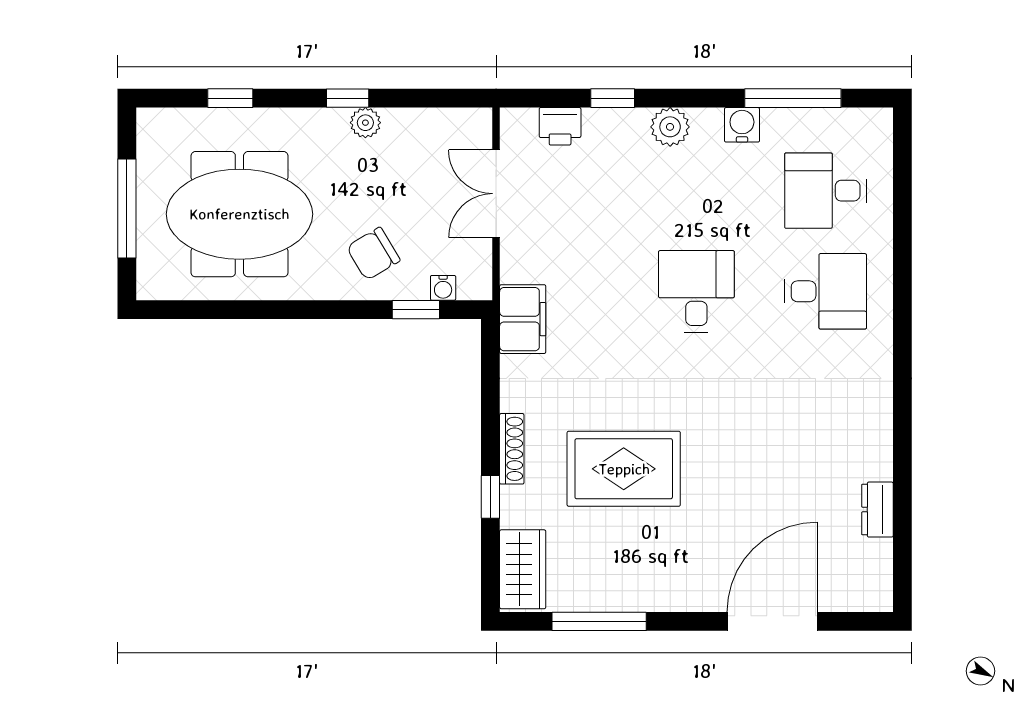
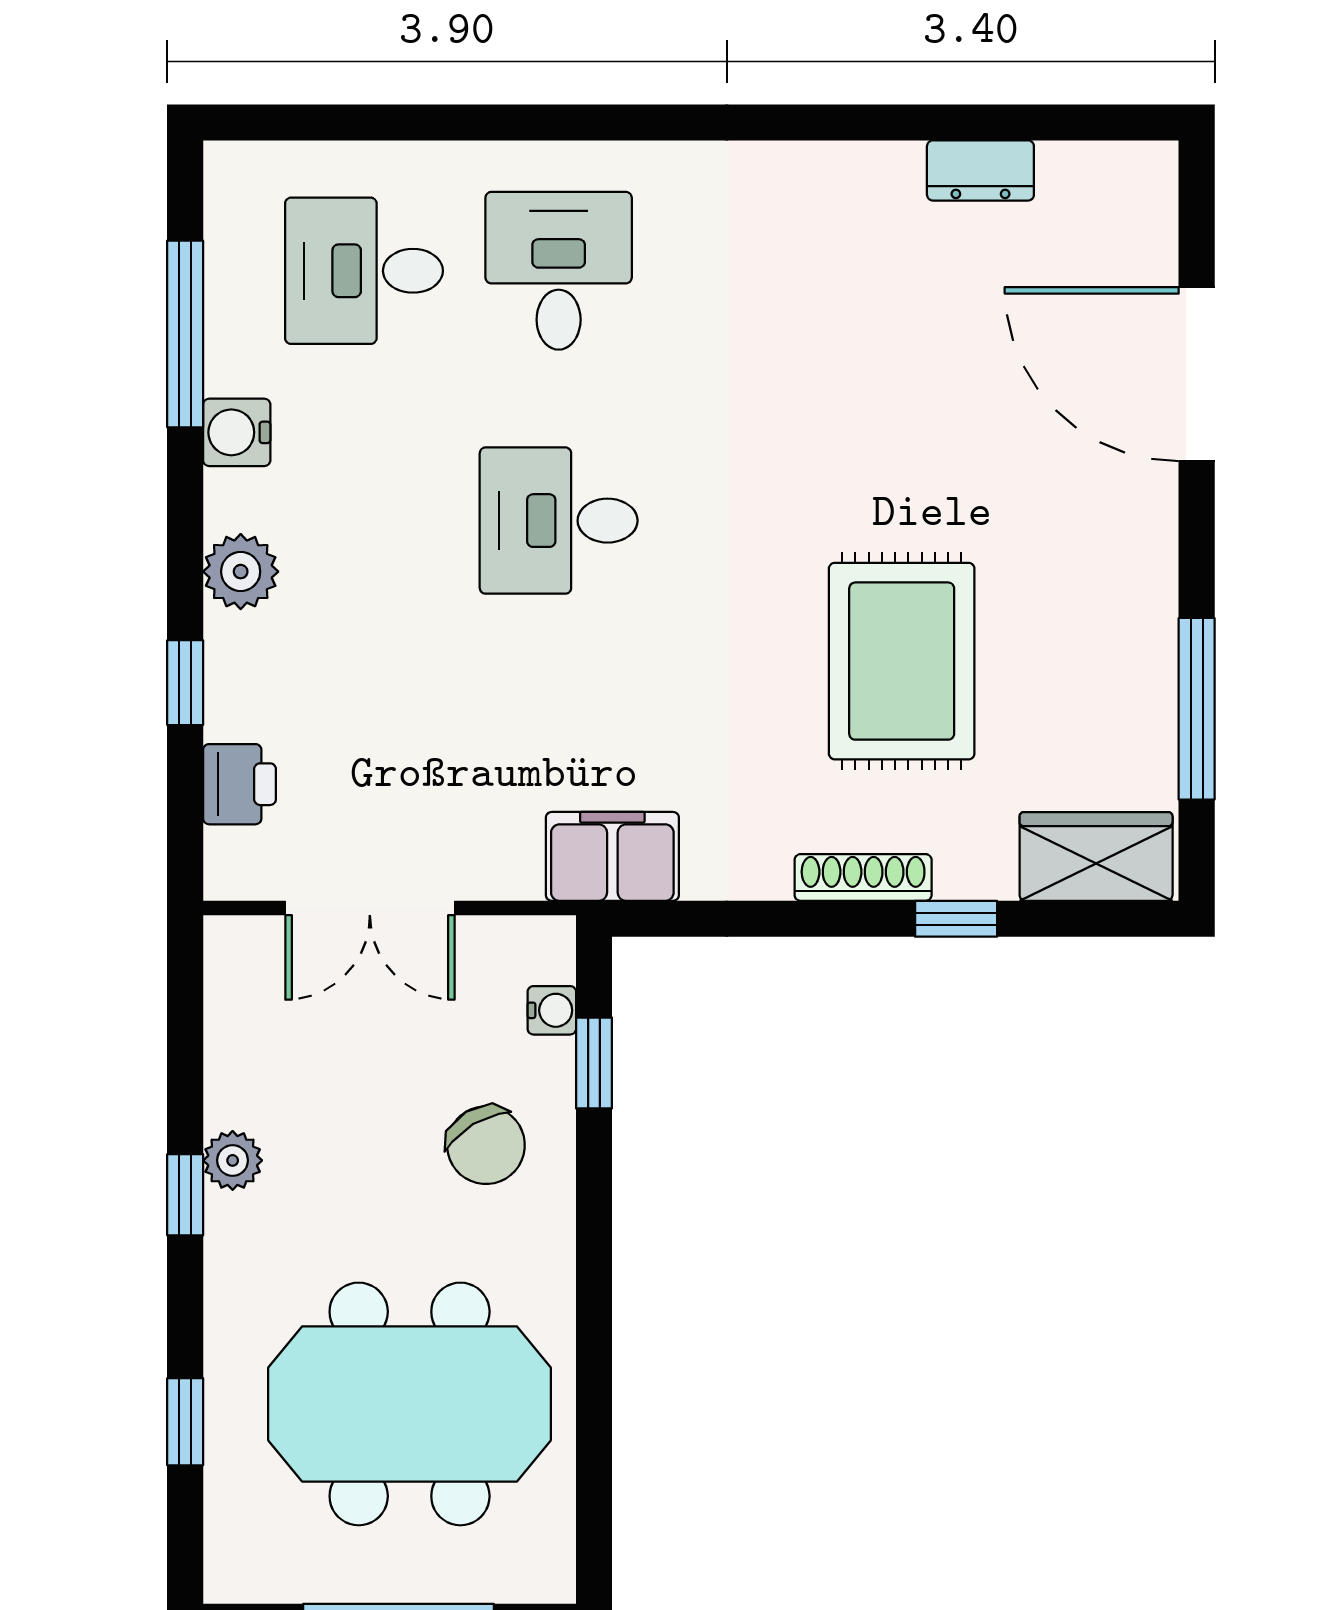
desk: (826, 191) -> (364, 271), turned 90
meeting table: (239, 214) -> (410, 1404), turned 90

